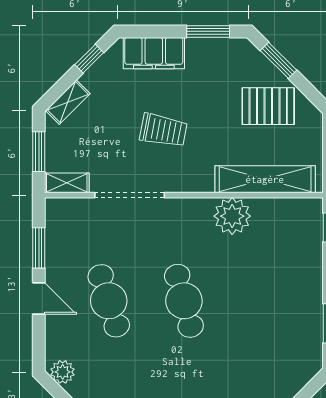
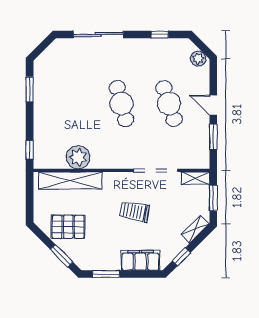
plant: (232, 216) -> (78, 157), moved

